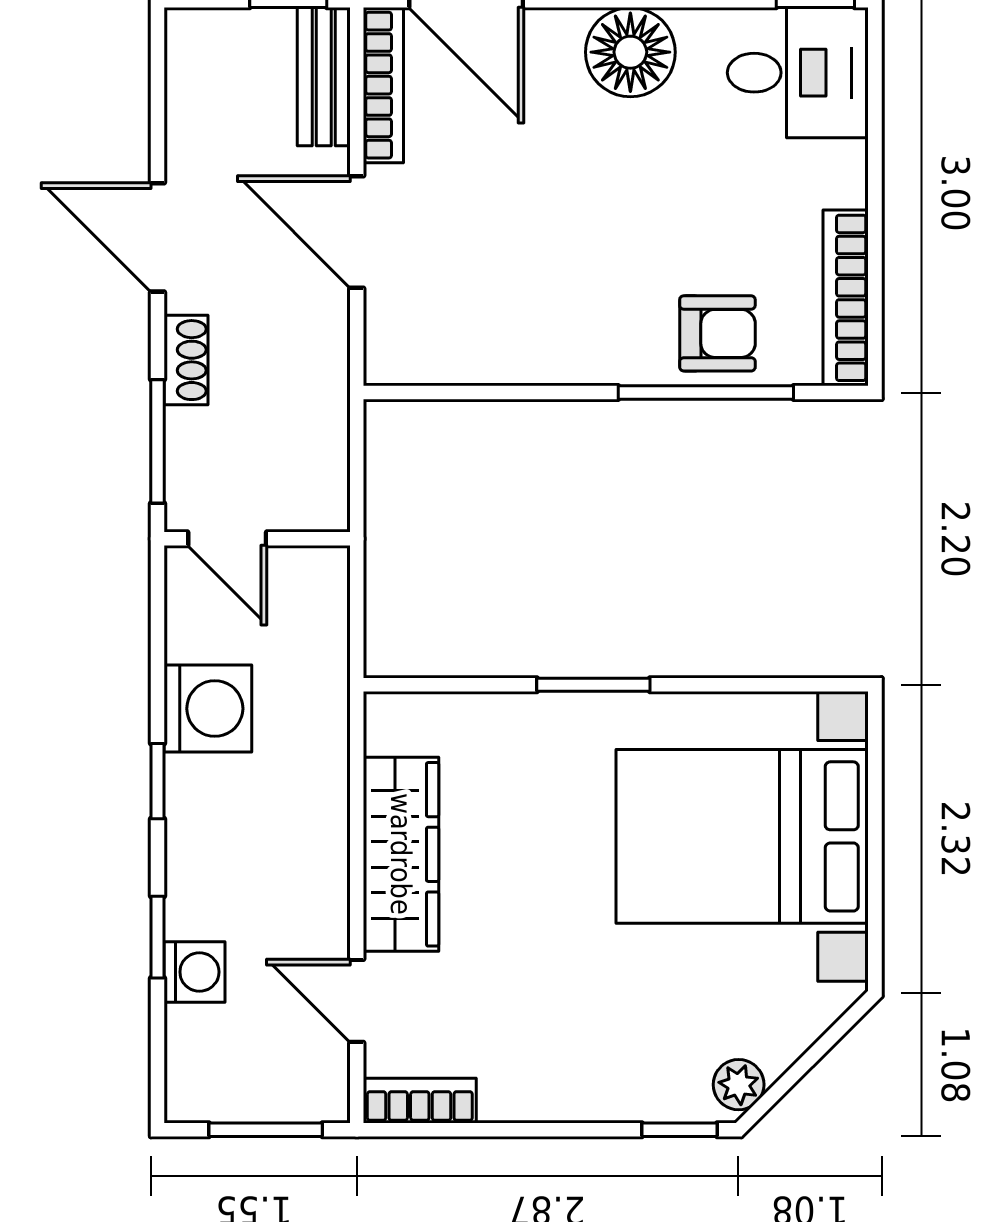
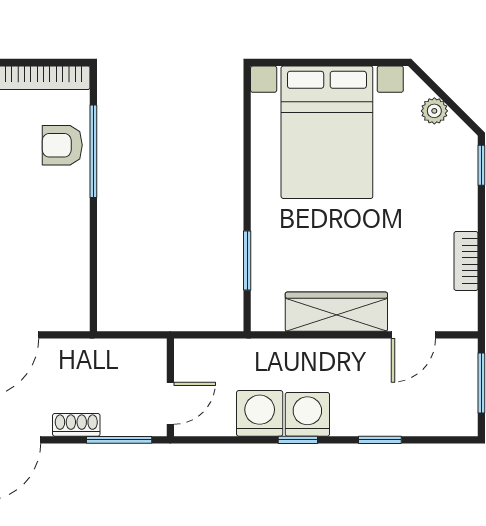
armchair: (717, 333) -> (62, 145), turned -90
window: (593, 685) -> (247, 261), moved
washing machine: (195, 972) -> (307, 414), moved, width x1.38, depth x1.38
plant: (739, 1085) -> (434, 111), moved
bookcase: (420, 1101) -> (466, 261), moved

